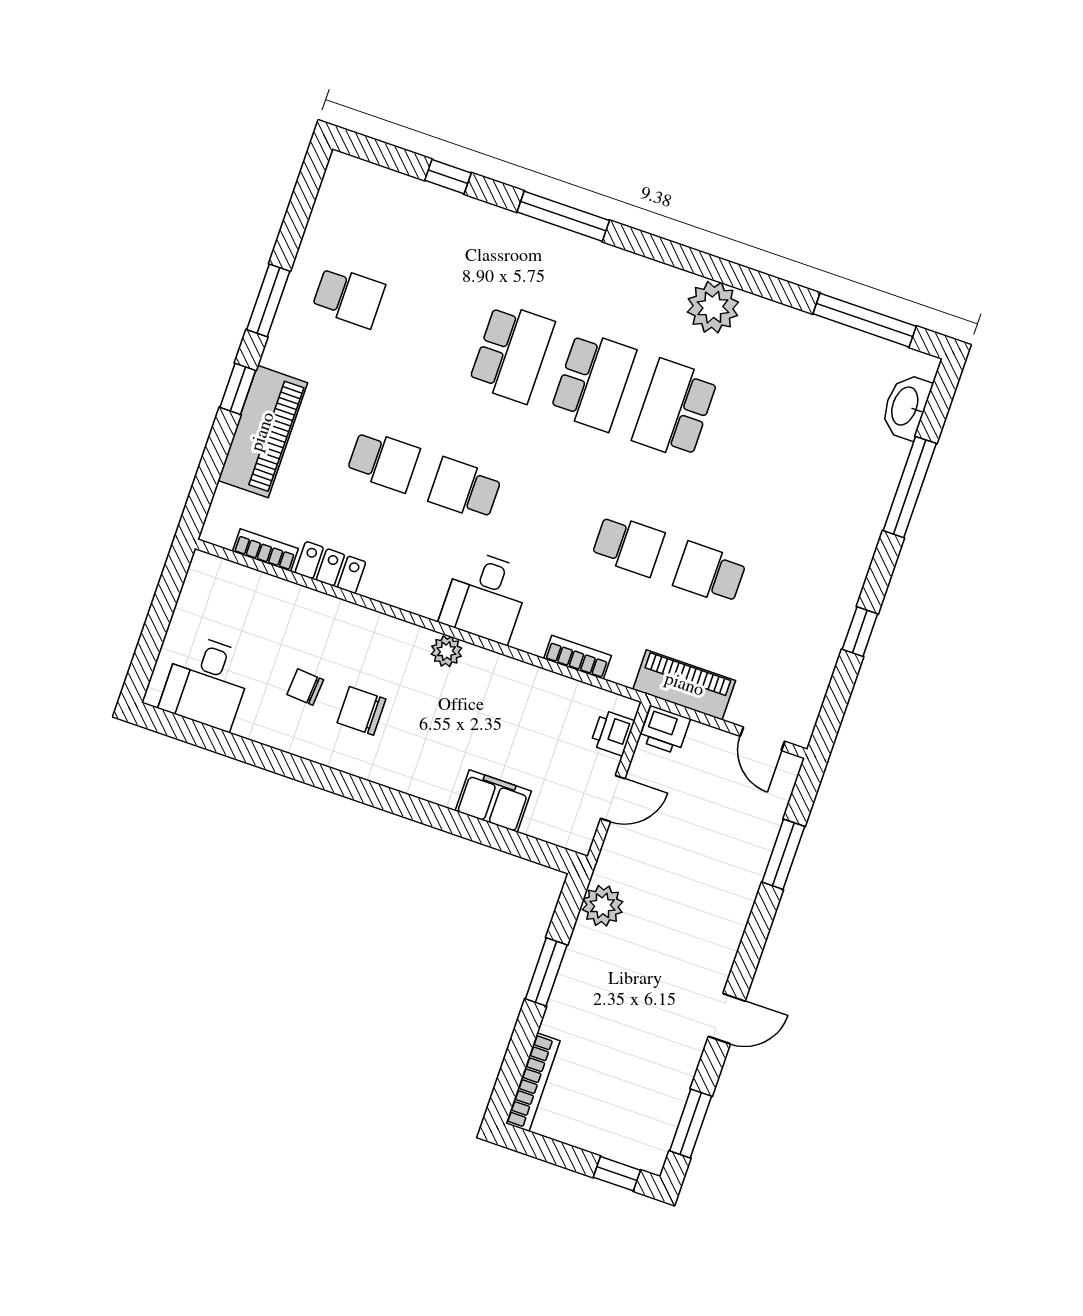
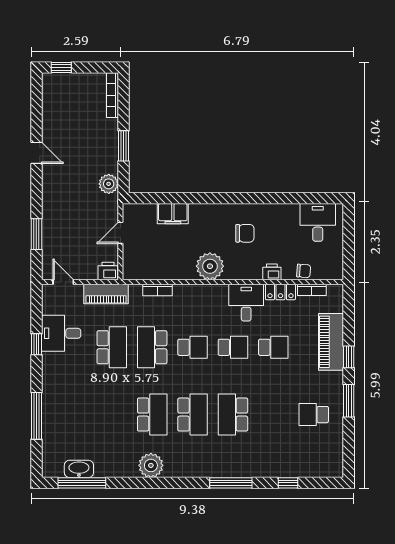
school desk: (593, 381) -> (193, 415), turned 180
washbasin: (906, 406) -> (79, 469), moved, turned -90
school desk: (383, 461) -> (273, 347), turned 180
school desk: (547, 517) -> (193, 347), added
school desk: (628, 545) -> (152, 347), width x1.85
school desk: (710, 573) -> (112, 347), width x1.85
desk: (485, 597) -> (246, 303), moved
desk: (802, 637) -> (61, 333), added
plant: (446, 651) -> (210, 266), width x1.88, depth x1.88
chair: (305, 687) -> (304, 271), moved
printer: (613, 733) -> (272, 272), moved, turned -90
door: (727, 1019) -> (36, 153), swing flipped
window: (691, 1124) -> (36, 101), removed

